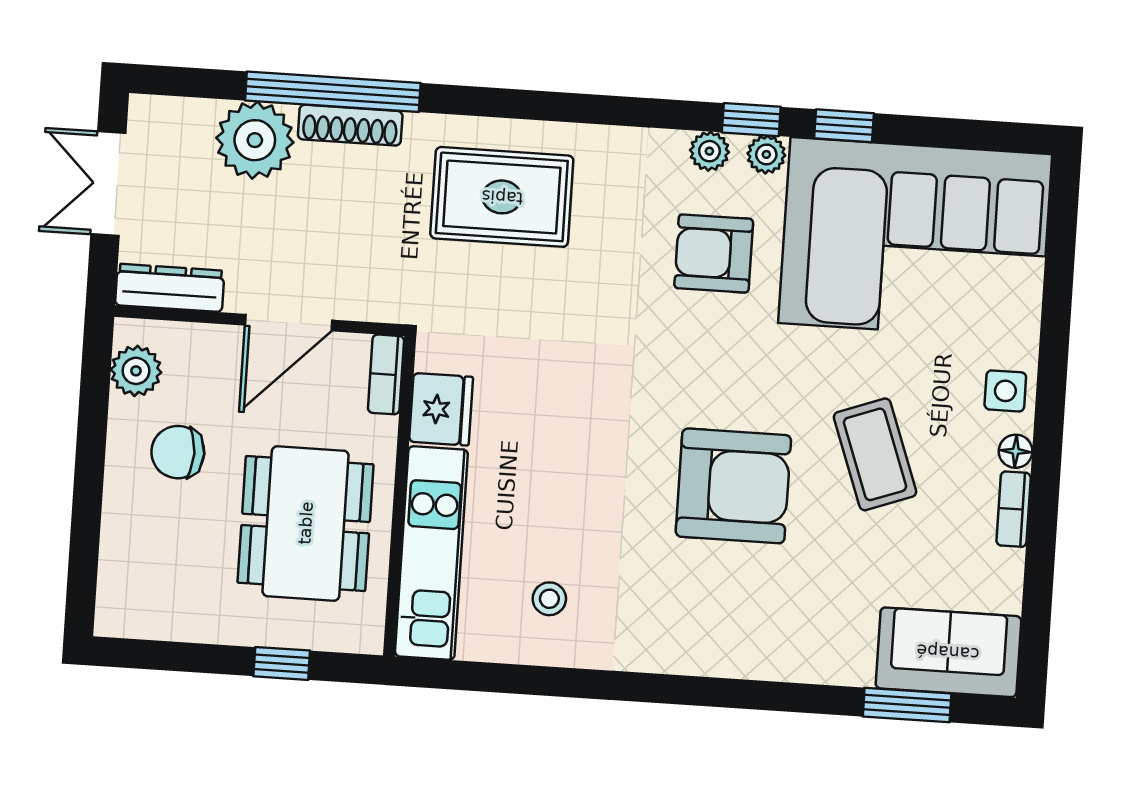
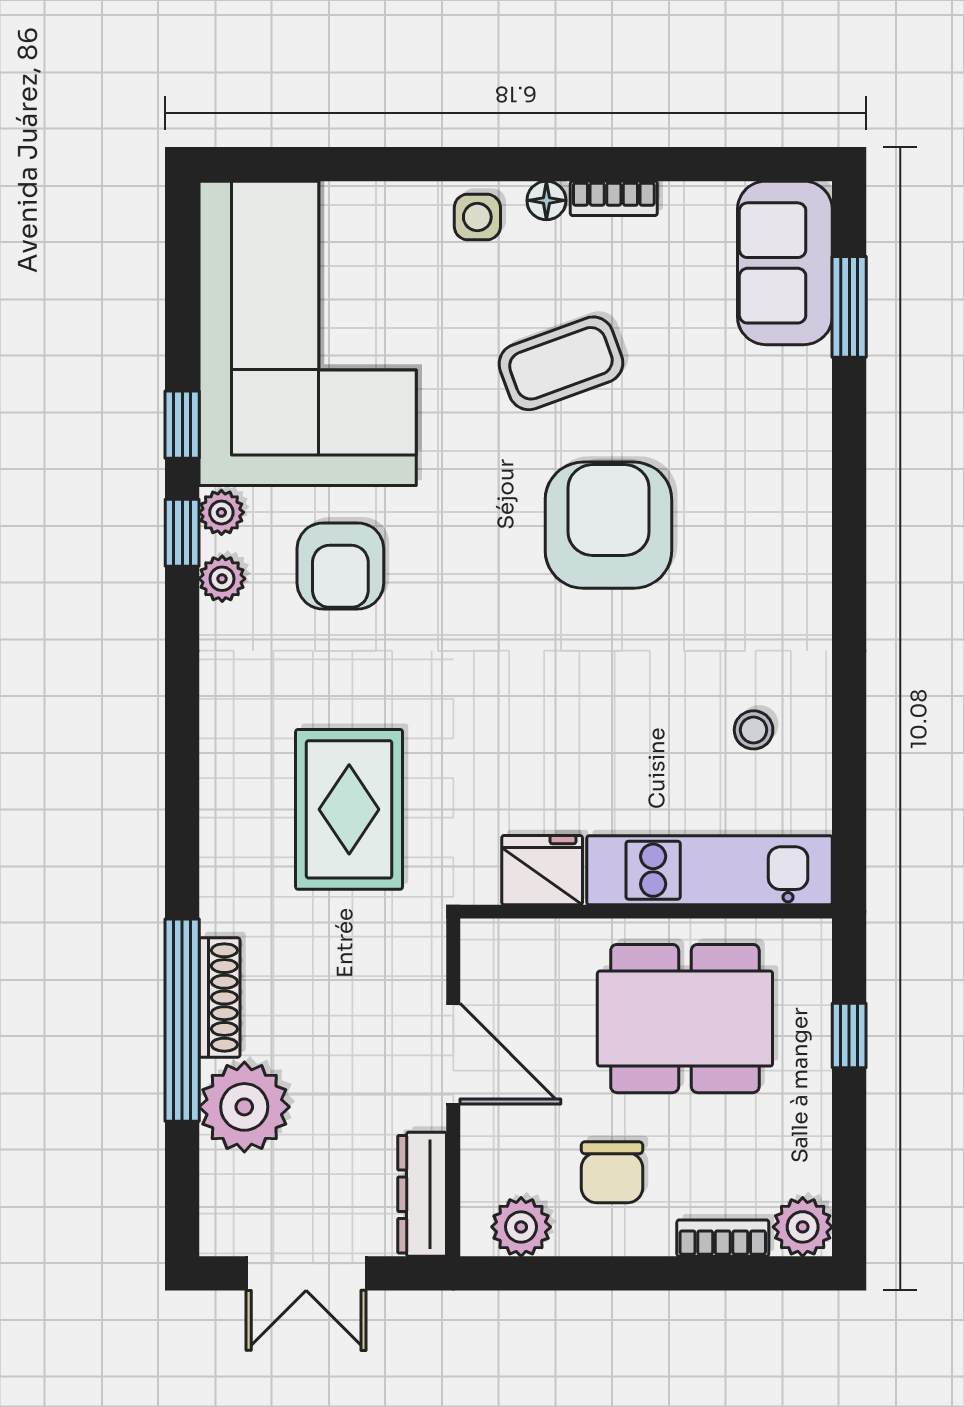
rug: (502, 197) -> (349, 809), moved
bookcase: (386, 374) -> (723, 1238), moved, turned 180
plant: (120, 613) -> (803, 1227), added

